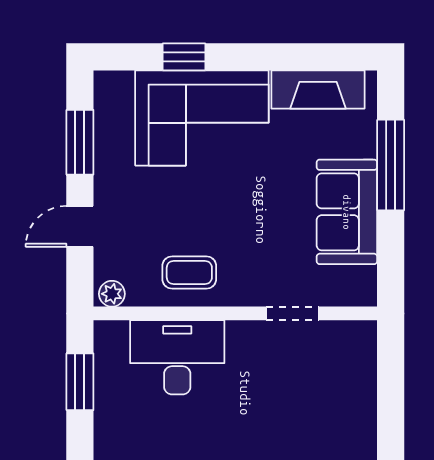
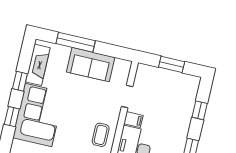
window: (270, 57) -> (20, 81), added
filing cabinet: (242, 340) -> (133, 120), added
window: (391, 399) -> (172, 64), added

